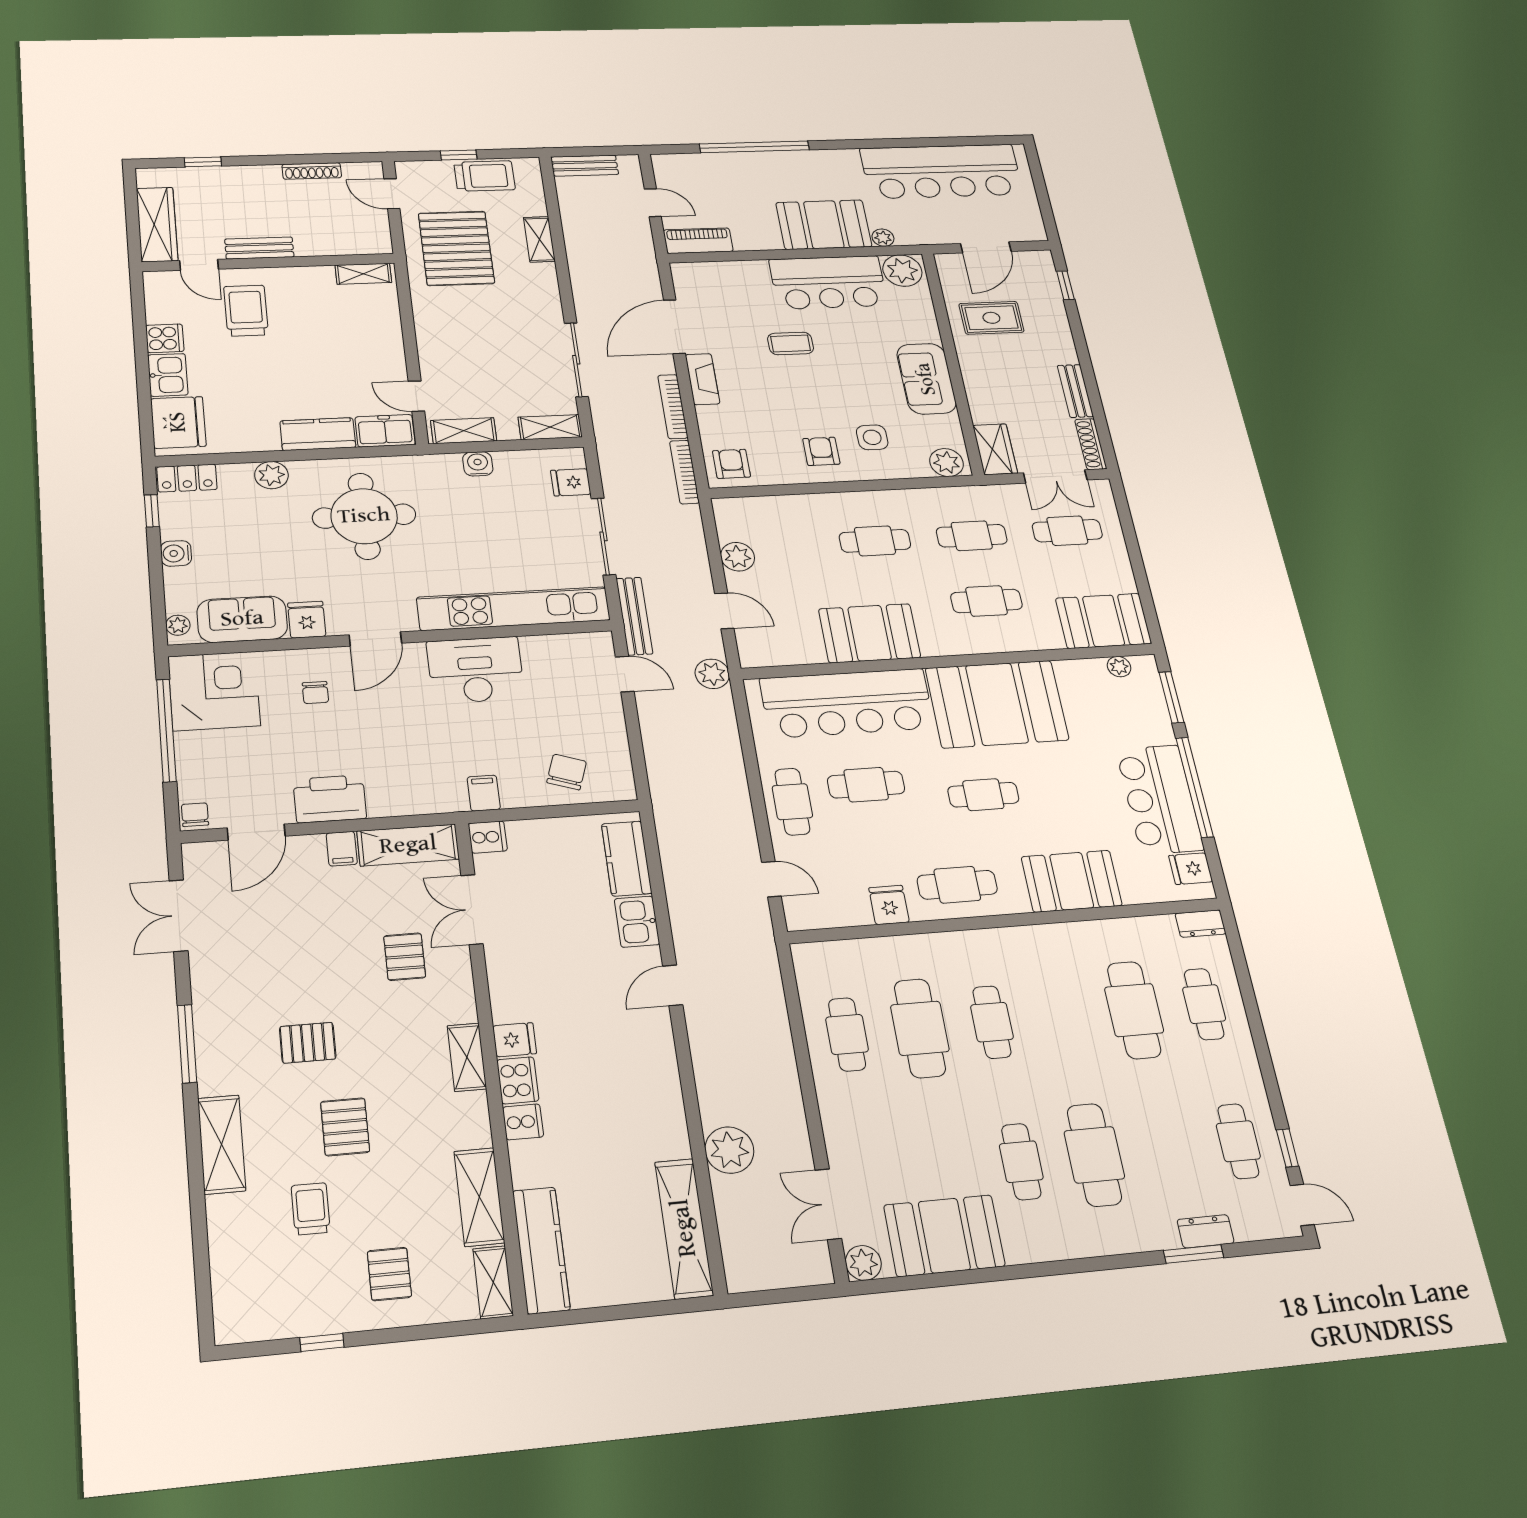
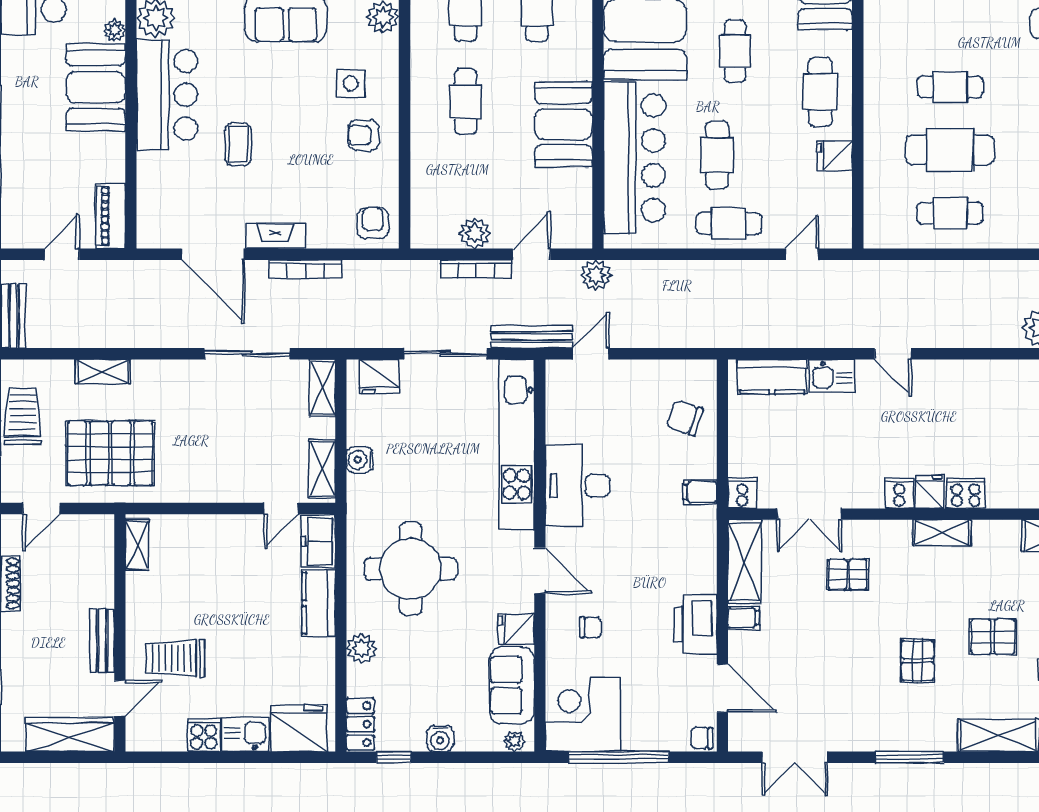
armchair: (731, 464) -> (373, 223), turned 90
bookcase: (684, 472) -> (476, 269), moved
fridge: (571, 482) -> (379, 376), width x1.38
cooker: (523, 1122) -> (899, 493), moved

